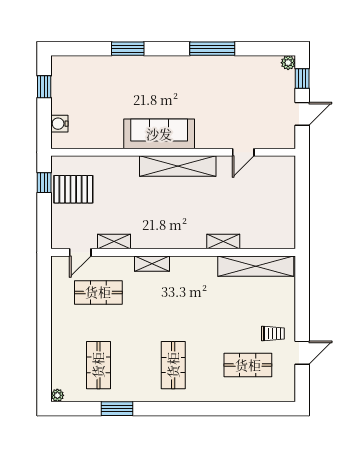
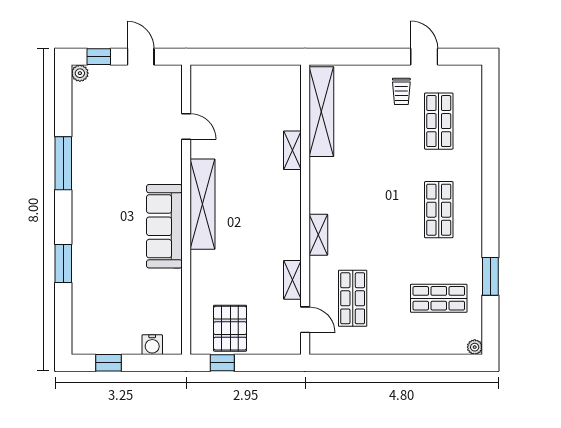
trolley: (273, 334) -> (401, 91), turned 180
shop shelf: (173, 365) -> (439, 210), turned 90

